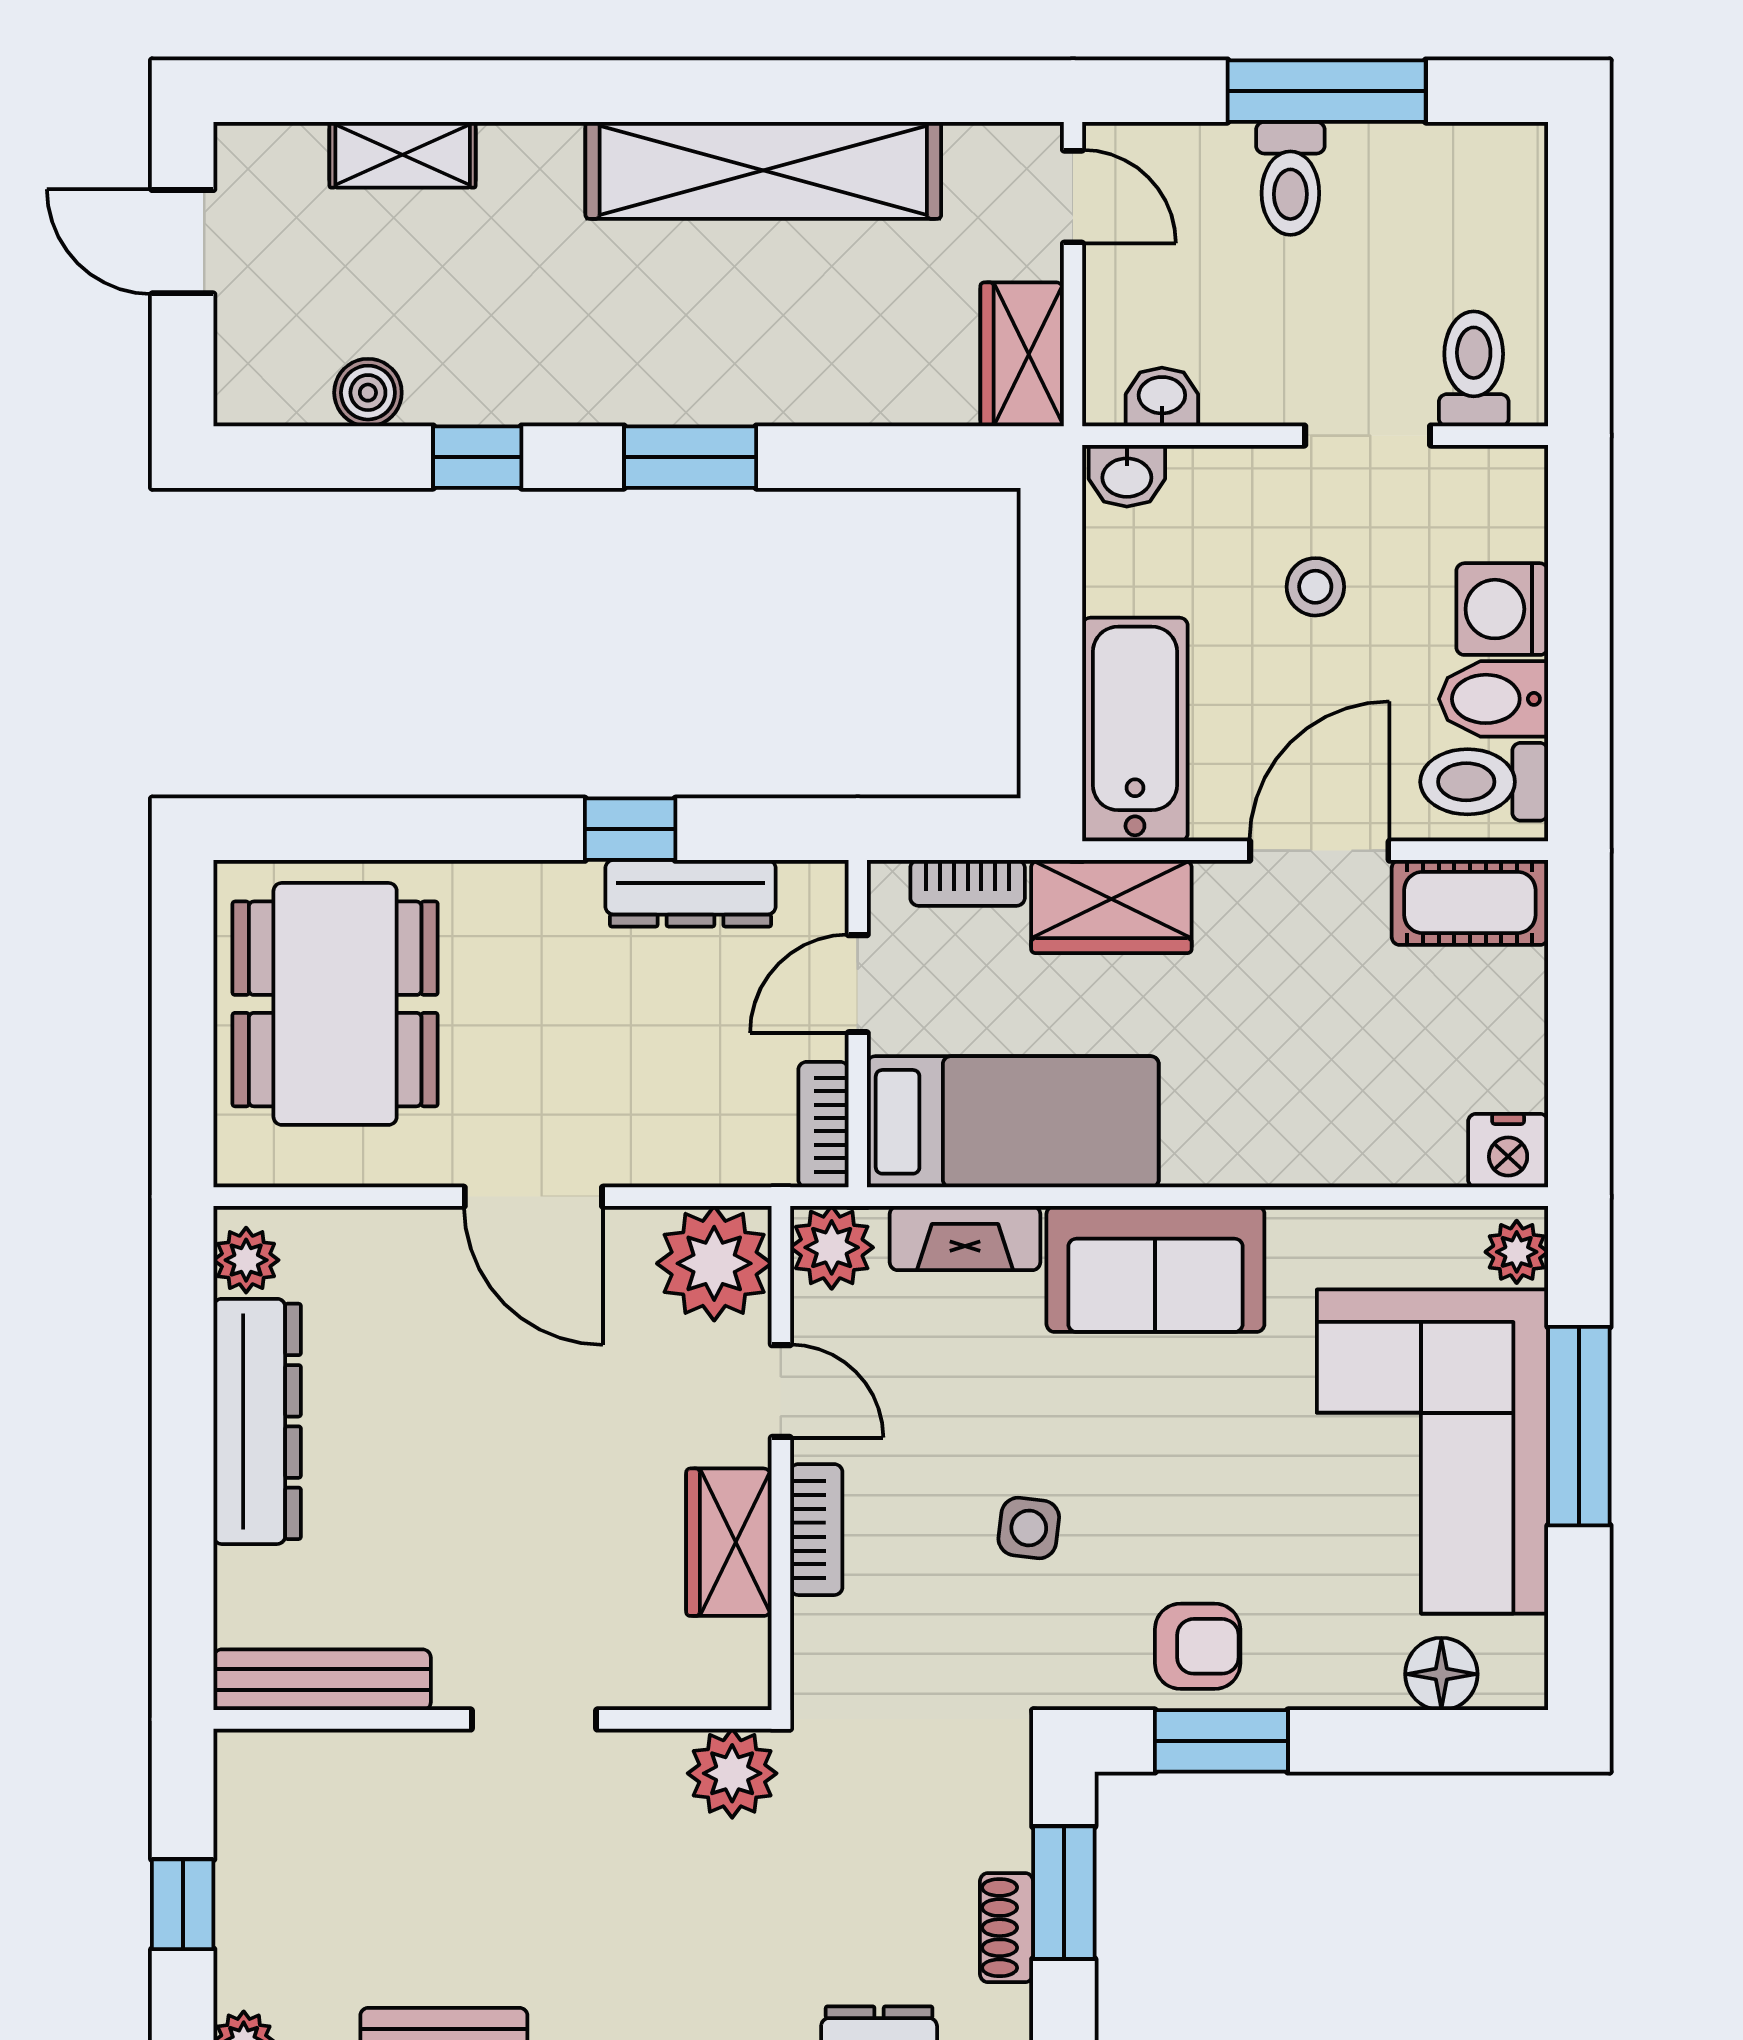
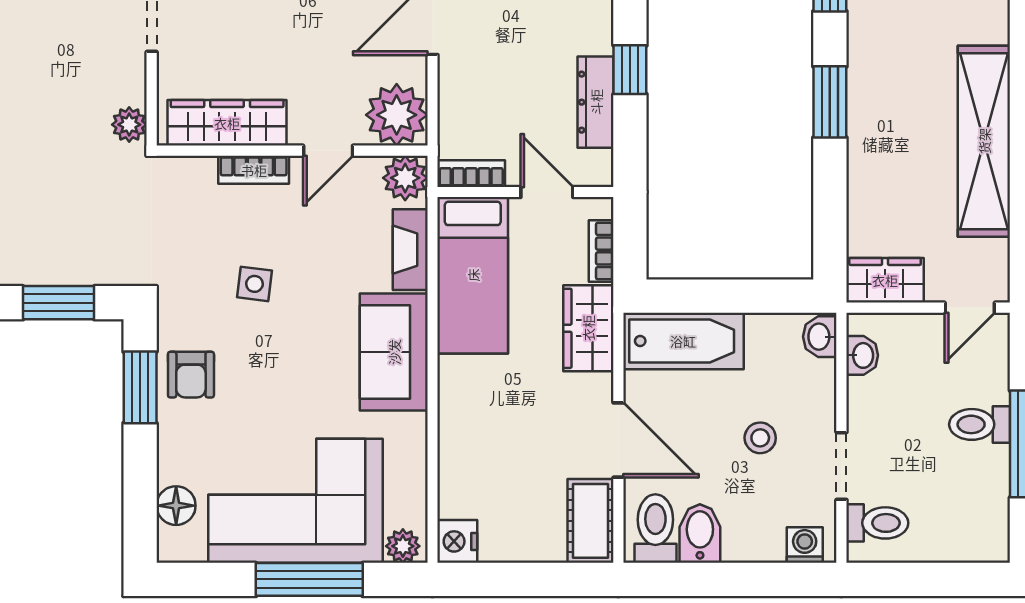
washing machine: (1502, 609) -> (805, 545), moved, width x0.73, depth x0.73
wardrobe: (729, 1542) -> (227, 123), width x1.50
plant: (732, 1773) -> (129, 125), width x0.73, depth x0.73
shoe rack: (1007, 1928) -> (40, 272), removed

